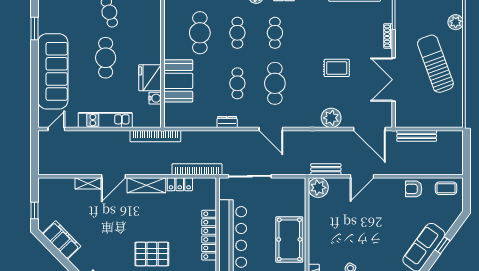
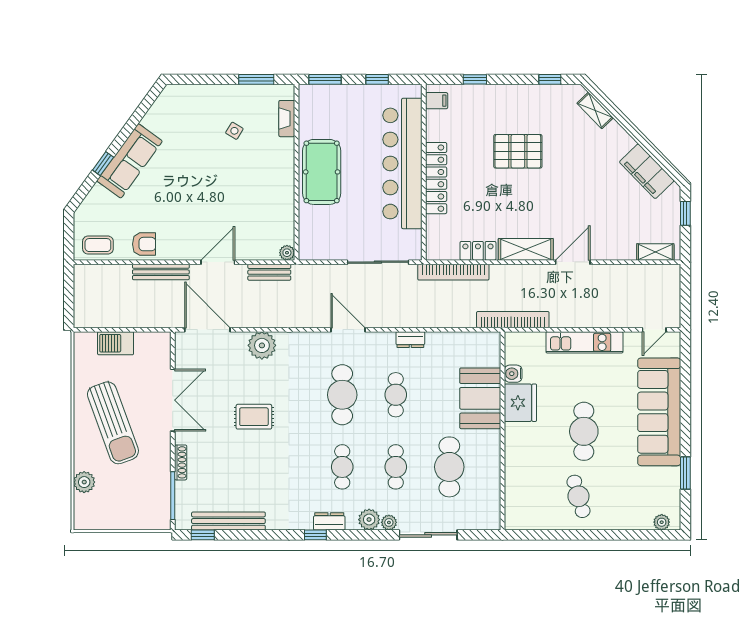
barbecue: (434, 119) -> (116, 343), added
bench: (417, 136) -> (161, 272), moved
shelving: (88, 183) -> (655, 252), moved
plant: (318, 188) -> (287, 253), width x0.53, depth x0.53

